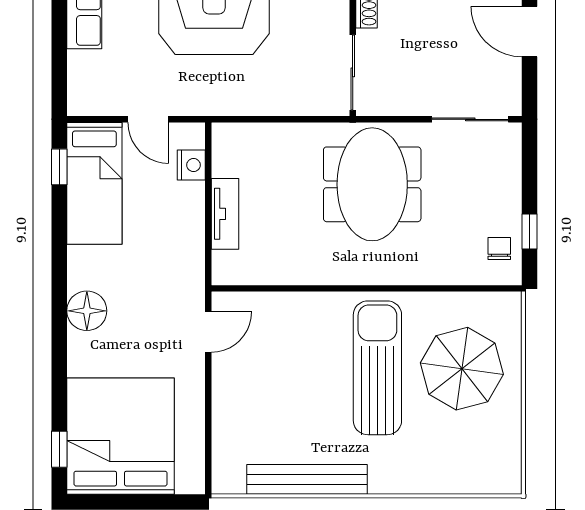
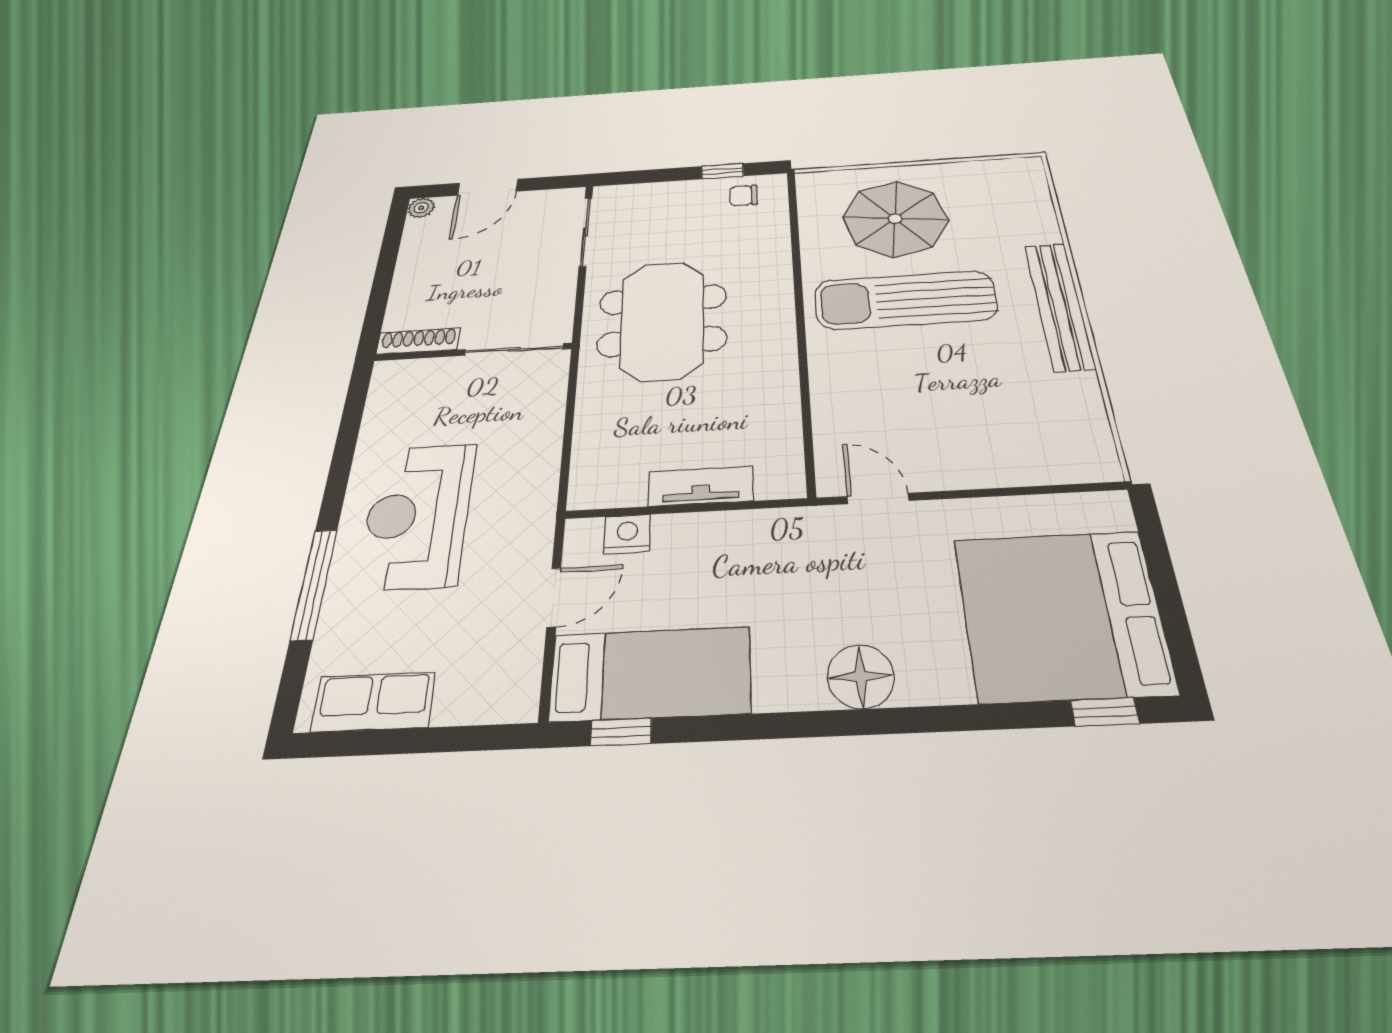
meeting table: (372, 184) -> (662, 320), turned 90
bench: (307, 479) -> (1059, 305), moved

